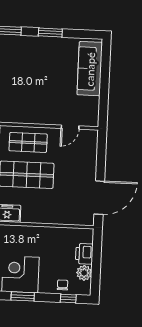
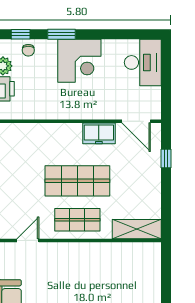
window: (23, 296) -> (62, 34), moved

